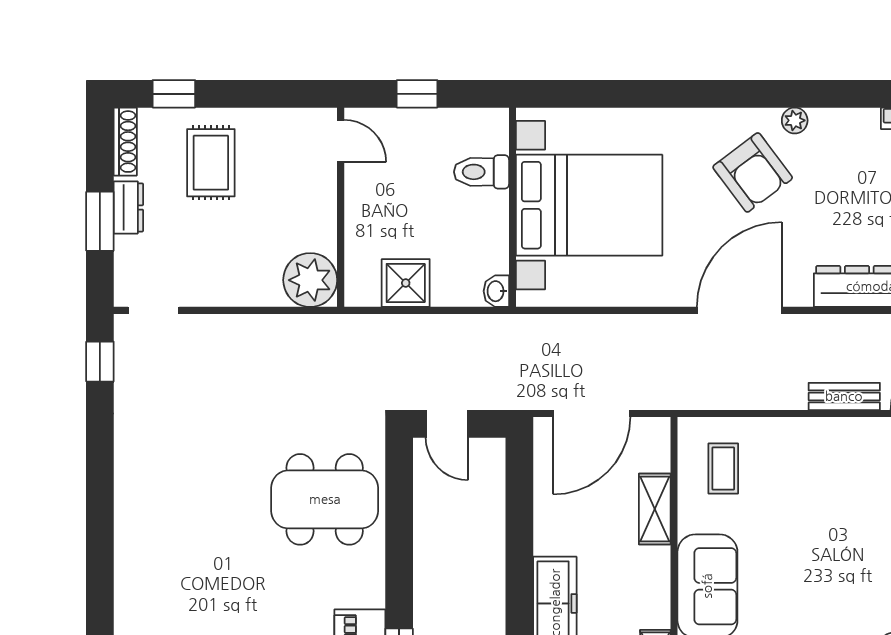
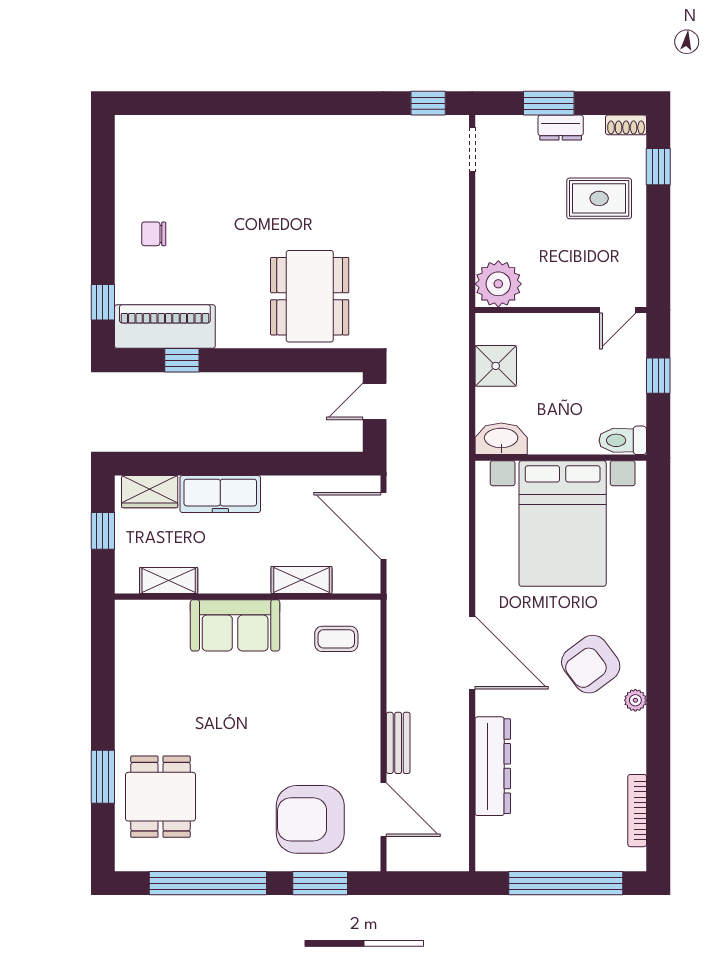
shoe rack: (125, 142) -> (626, 125), width x0.70
toilet: (481, 172) -> (623, 440), moved, turned -90
washbasin: (496, 291) -> (501, 439), width x1.91, depth x1.45

